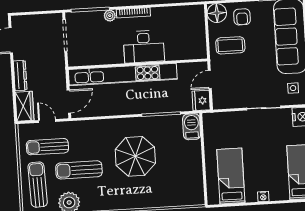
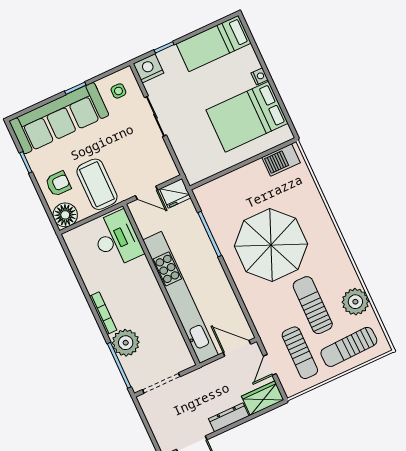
plant: (110, 16) -> (126, 343), width x1.88, depth x1.88
coffee table: (230, 45) -> (97, 184), width x1.36, depth x1.32
desk: (144, 47) -> (117, 239), moved
barbecue: (192, 127) -> (281, 160), moved
parasol: (135, 156) -> (271, 245), width x1.36, depth x1.36
sun lounger: (79, 170) -> (313, 305), turned 180
bed: (231, 176) -> (247, 117), width x1.50

